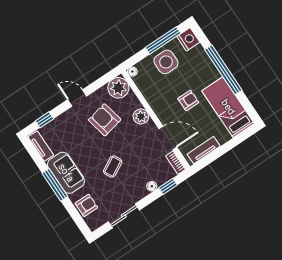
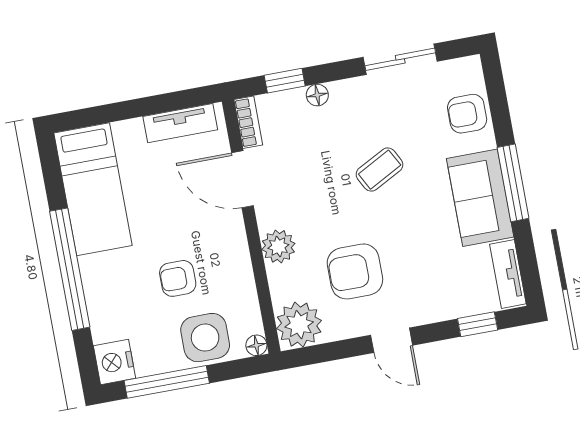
side table: (166, 62) -> (205, 338), moved
armchair: (188, 100) -> (178, 278), moved
armchair: (105, 120) -> (355, 271), turned 102

